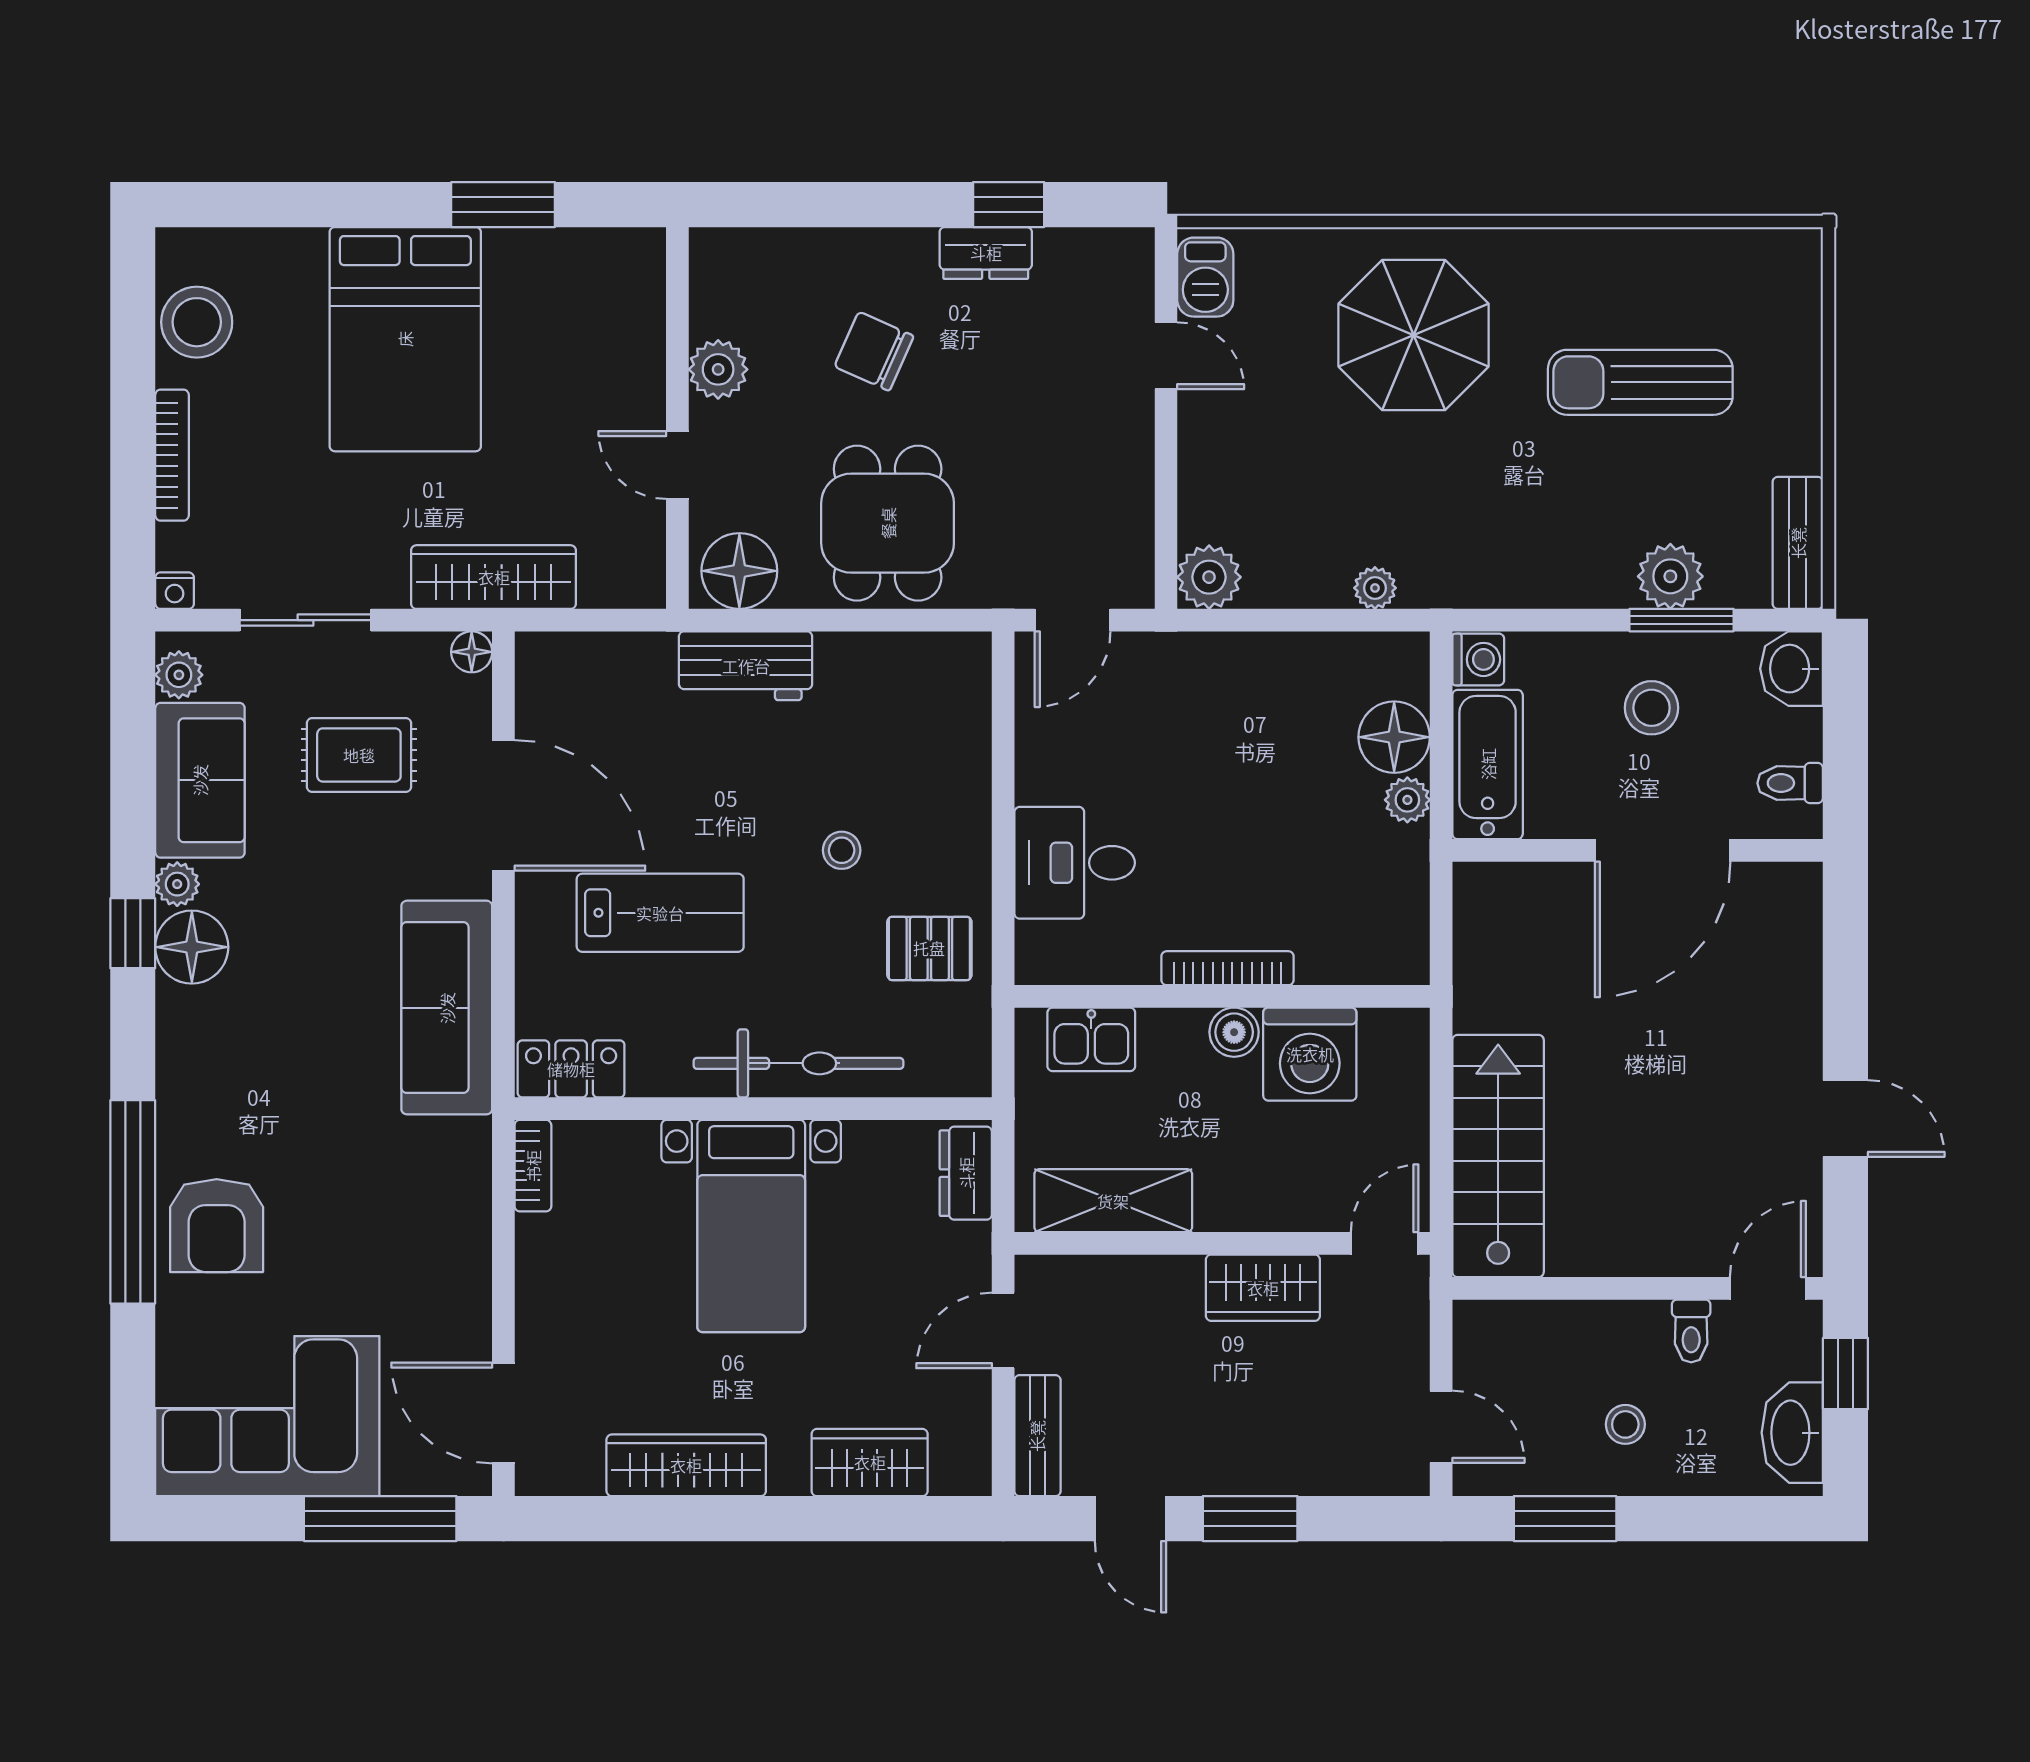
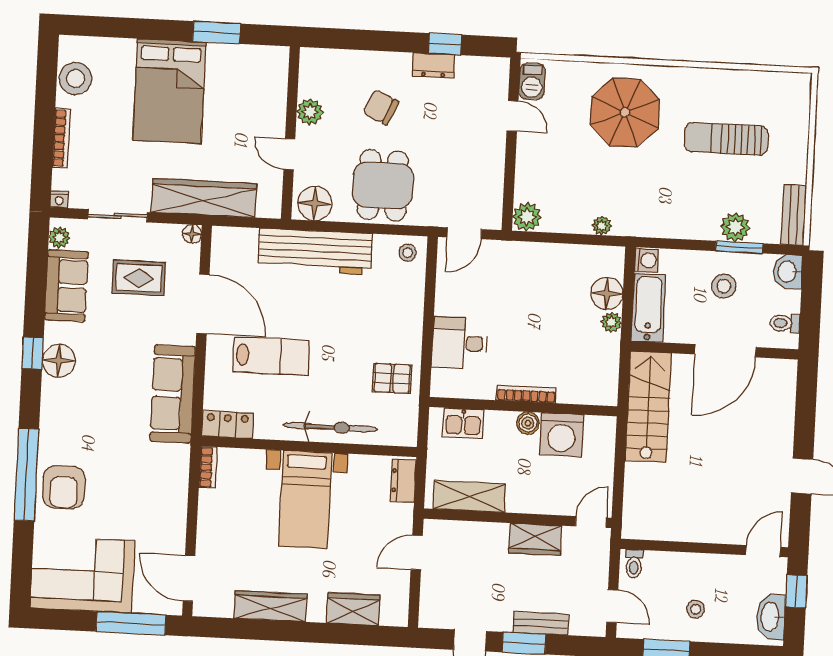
wardrobe: (494, 577) -> (204, 198), width x1.40, depth x1.17
workbench: (746, 666) -> (315, 251), width x1.88, depth x1.32
stool: (842, 850) -> (407, 253), moved
plant: (177, 884) -> (54, 332), removed
stairs: (1498, 1156) -> (648, 407), moved
toilet: (1691, 1331) -> (634, 564), moved
bench: (1037, 1436) -> (541, 623), moved, turned 90

